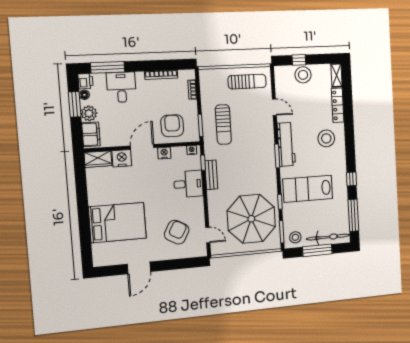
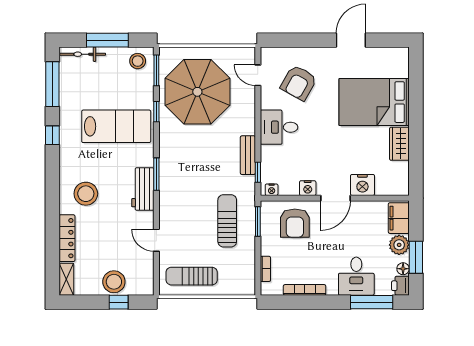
workbench: (286, 144) -> (143, 189), width x0.73
wardrobe: (98, 159) -> (399, 144), moved, turned -90
desk: (188, 184) -> (279, 127), moved
bicycle: (328, 237) -> (82, 54), width x0.73, depth x0.71

